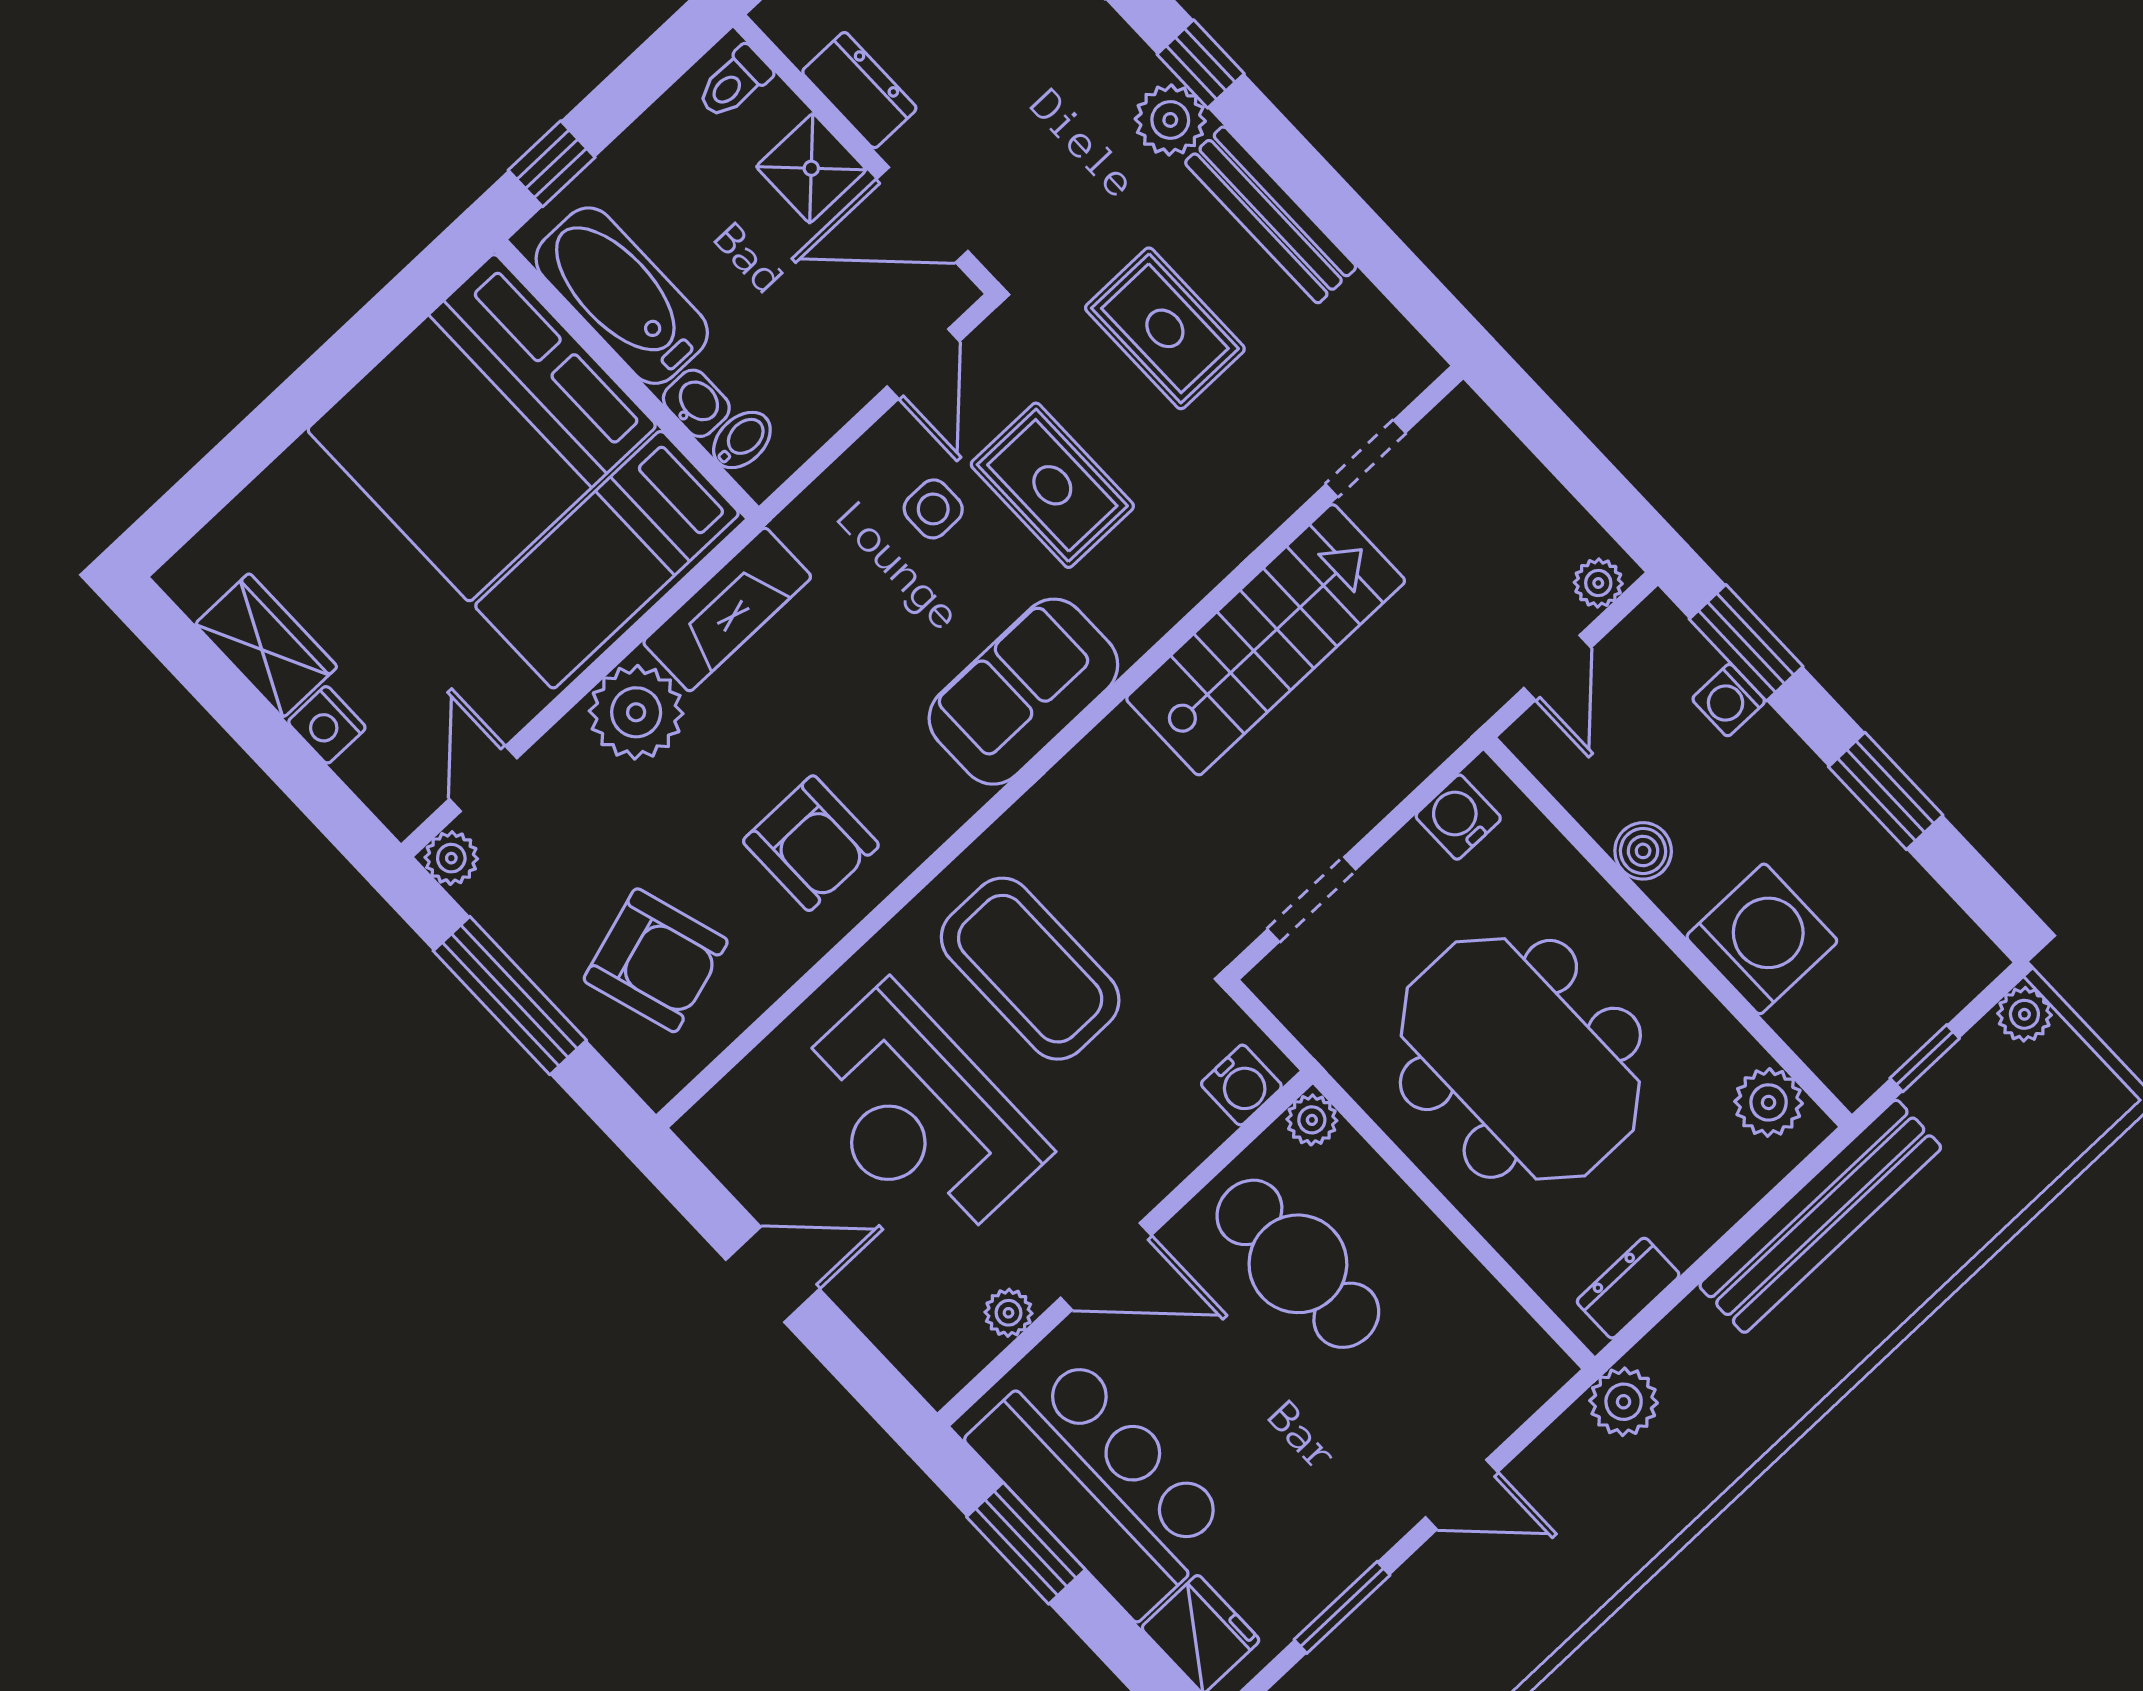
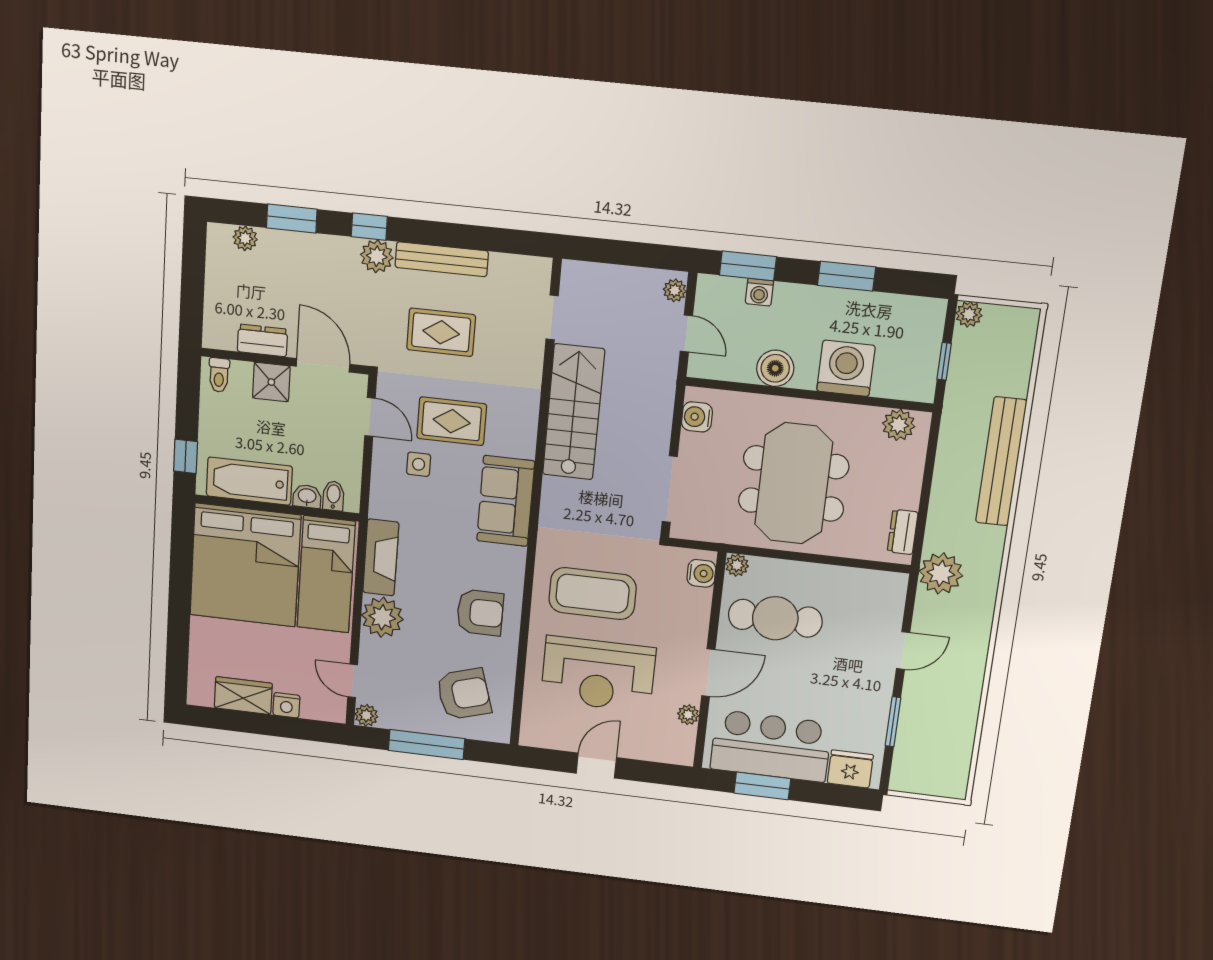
door: (922, 215) -> (323, 365), swing flipped
boiler: (1643, 851) -> (775, 368), width x1.36, depth x1.36
doorway: (1312, 899) -> (670, 489), width x1.38
meeting table: (1520, 1059) -> (794, 483), turned 90
bench: (1820, 1216) -> (1001, 462), moved
plant: (1624, 1402) -> (941, 573), width x1.36, depth x1.36

